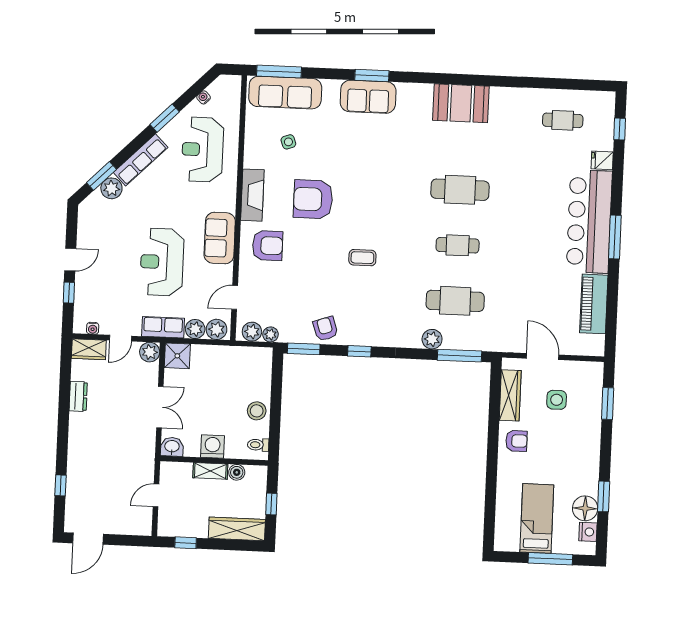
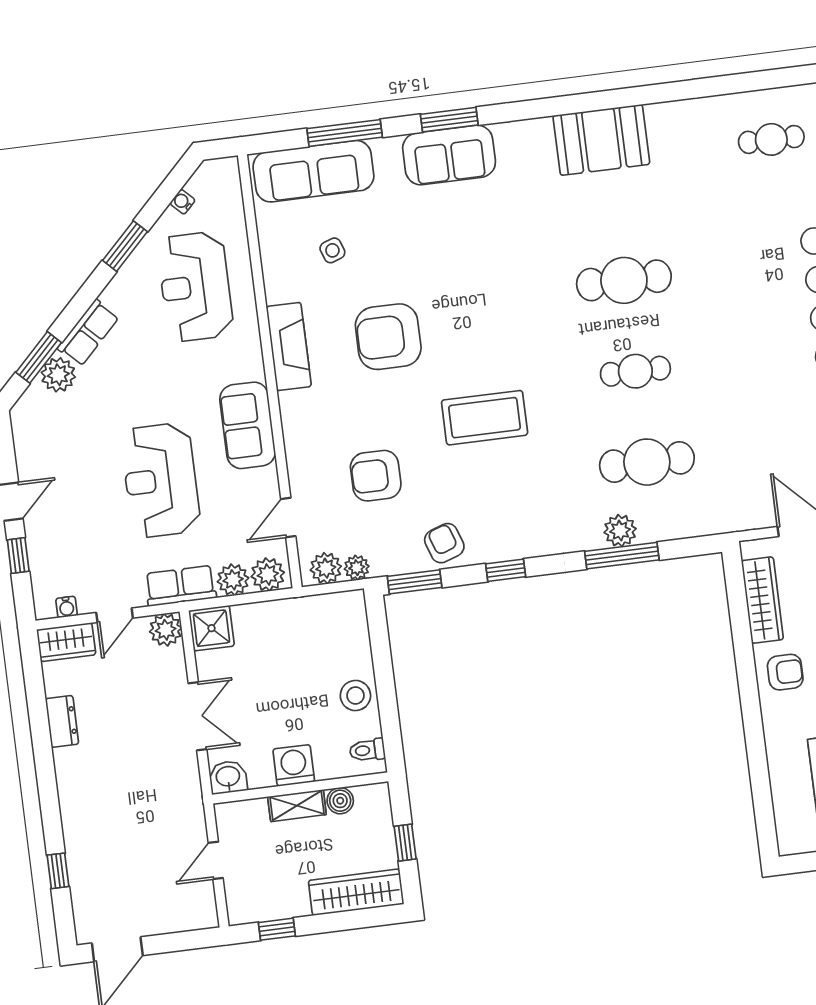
window: (279, 72) -> (345, 133), moved
row of seats: (141, 160) -> (88, 333), width x0.68
armchair: (268, 246) -> (376, 476), moved, turned 180
coffee table: (362, 258) -> (485, 418), width x1.86, depth x1.72
window: (459, 356) -> (622, 556), moved

